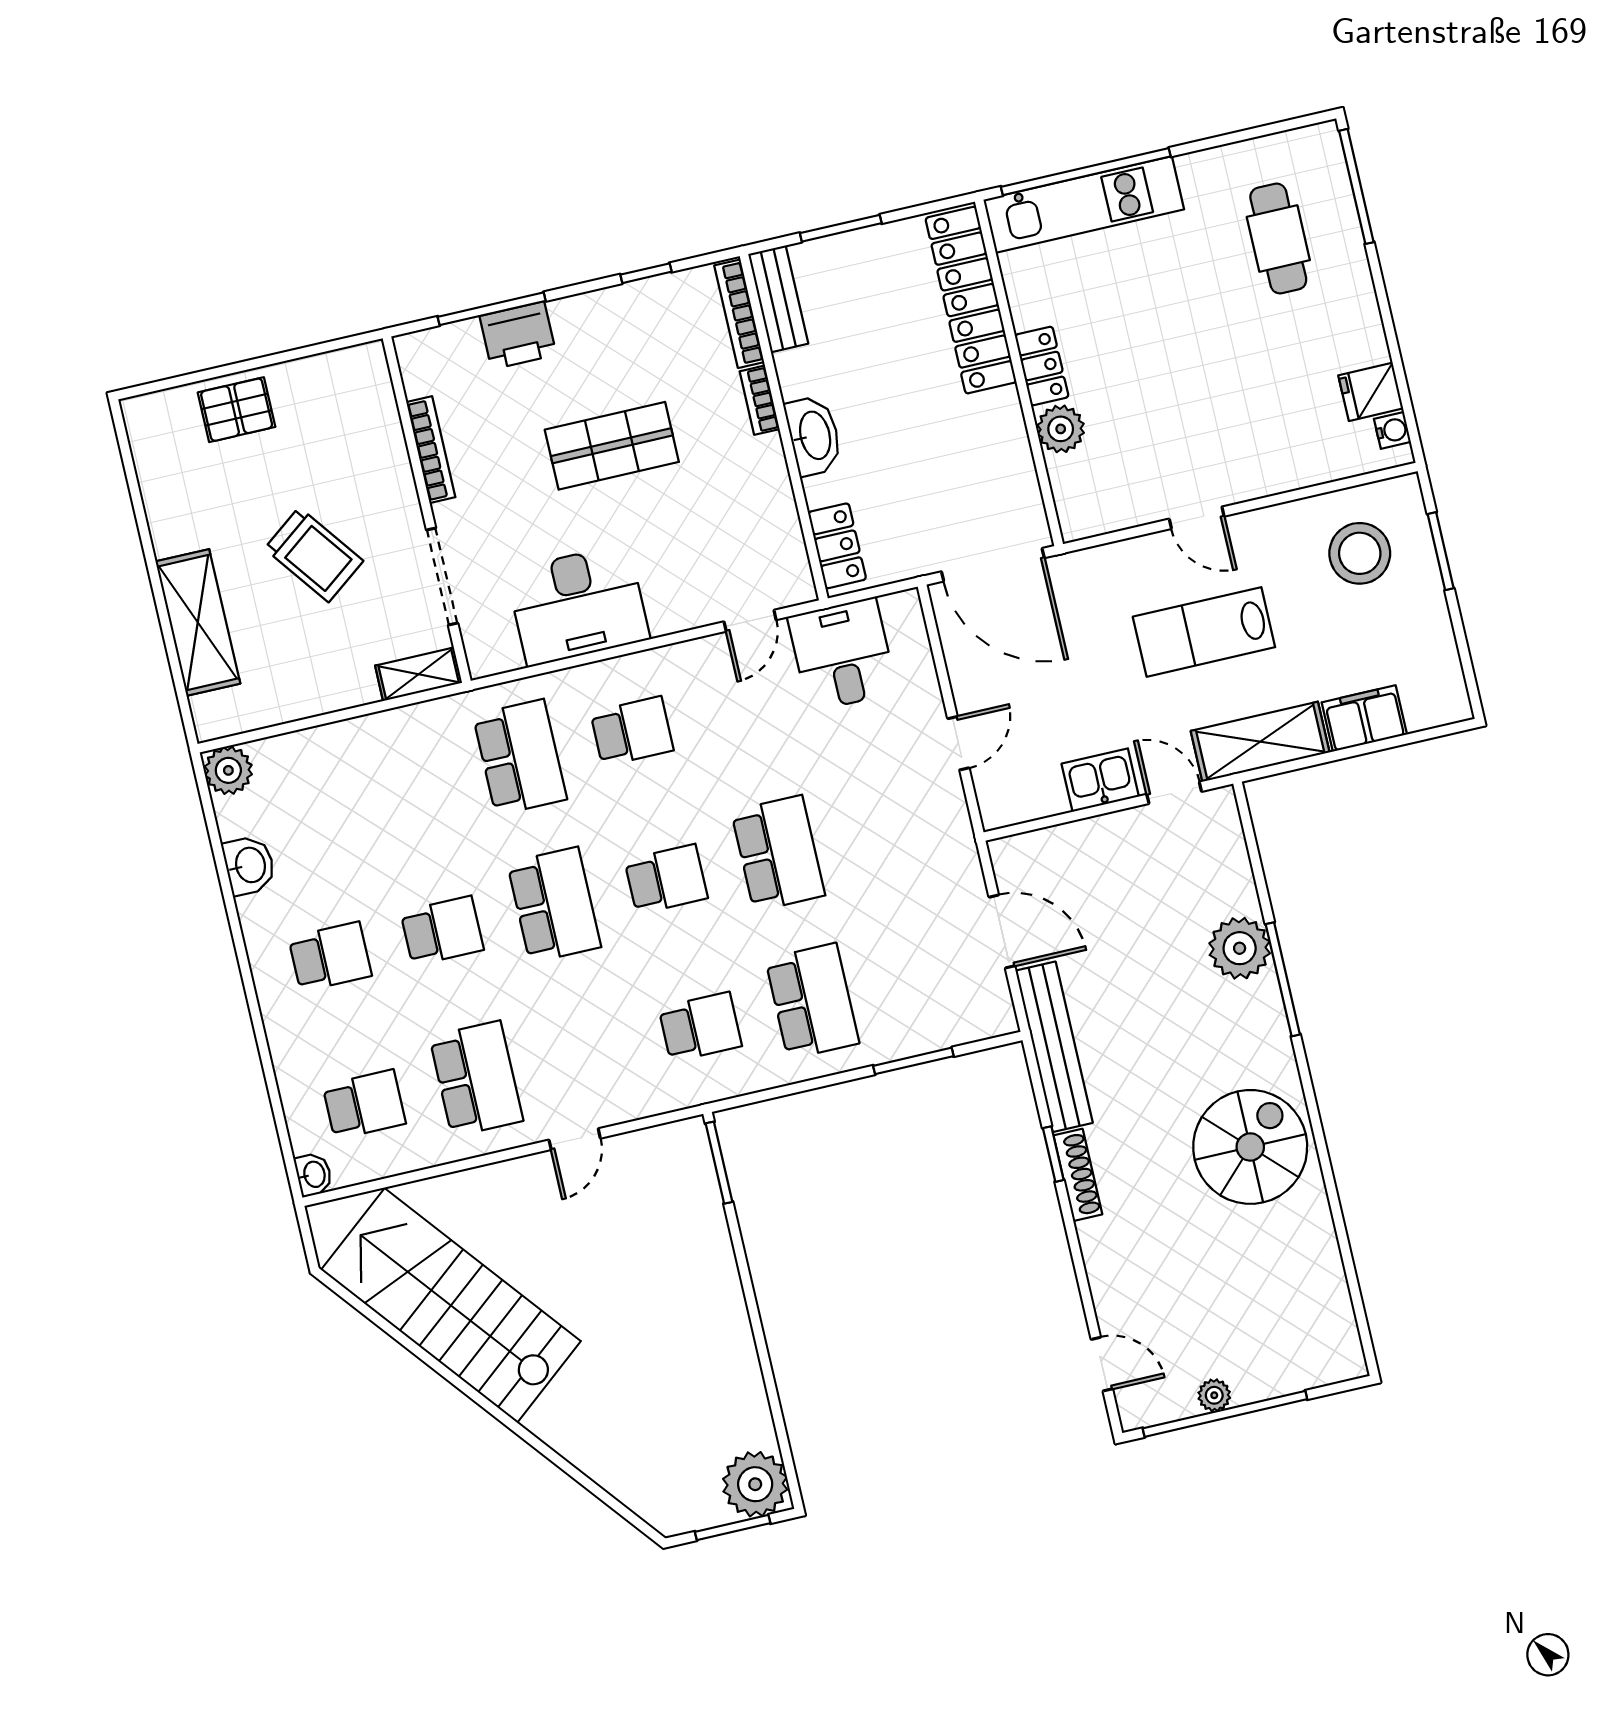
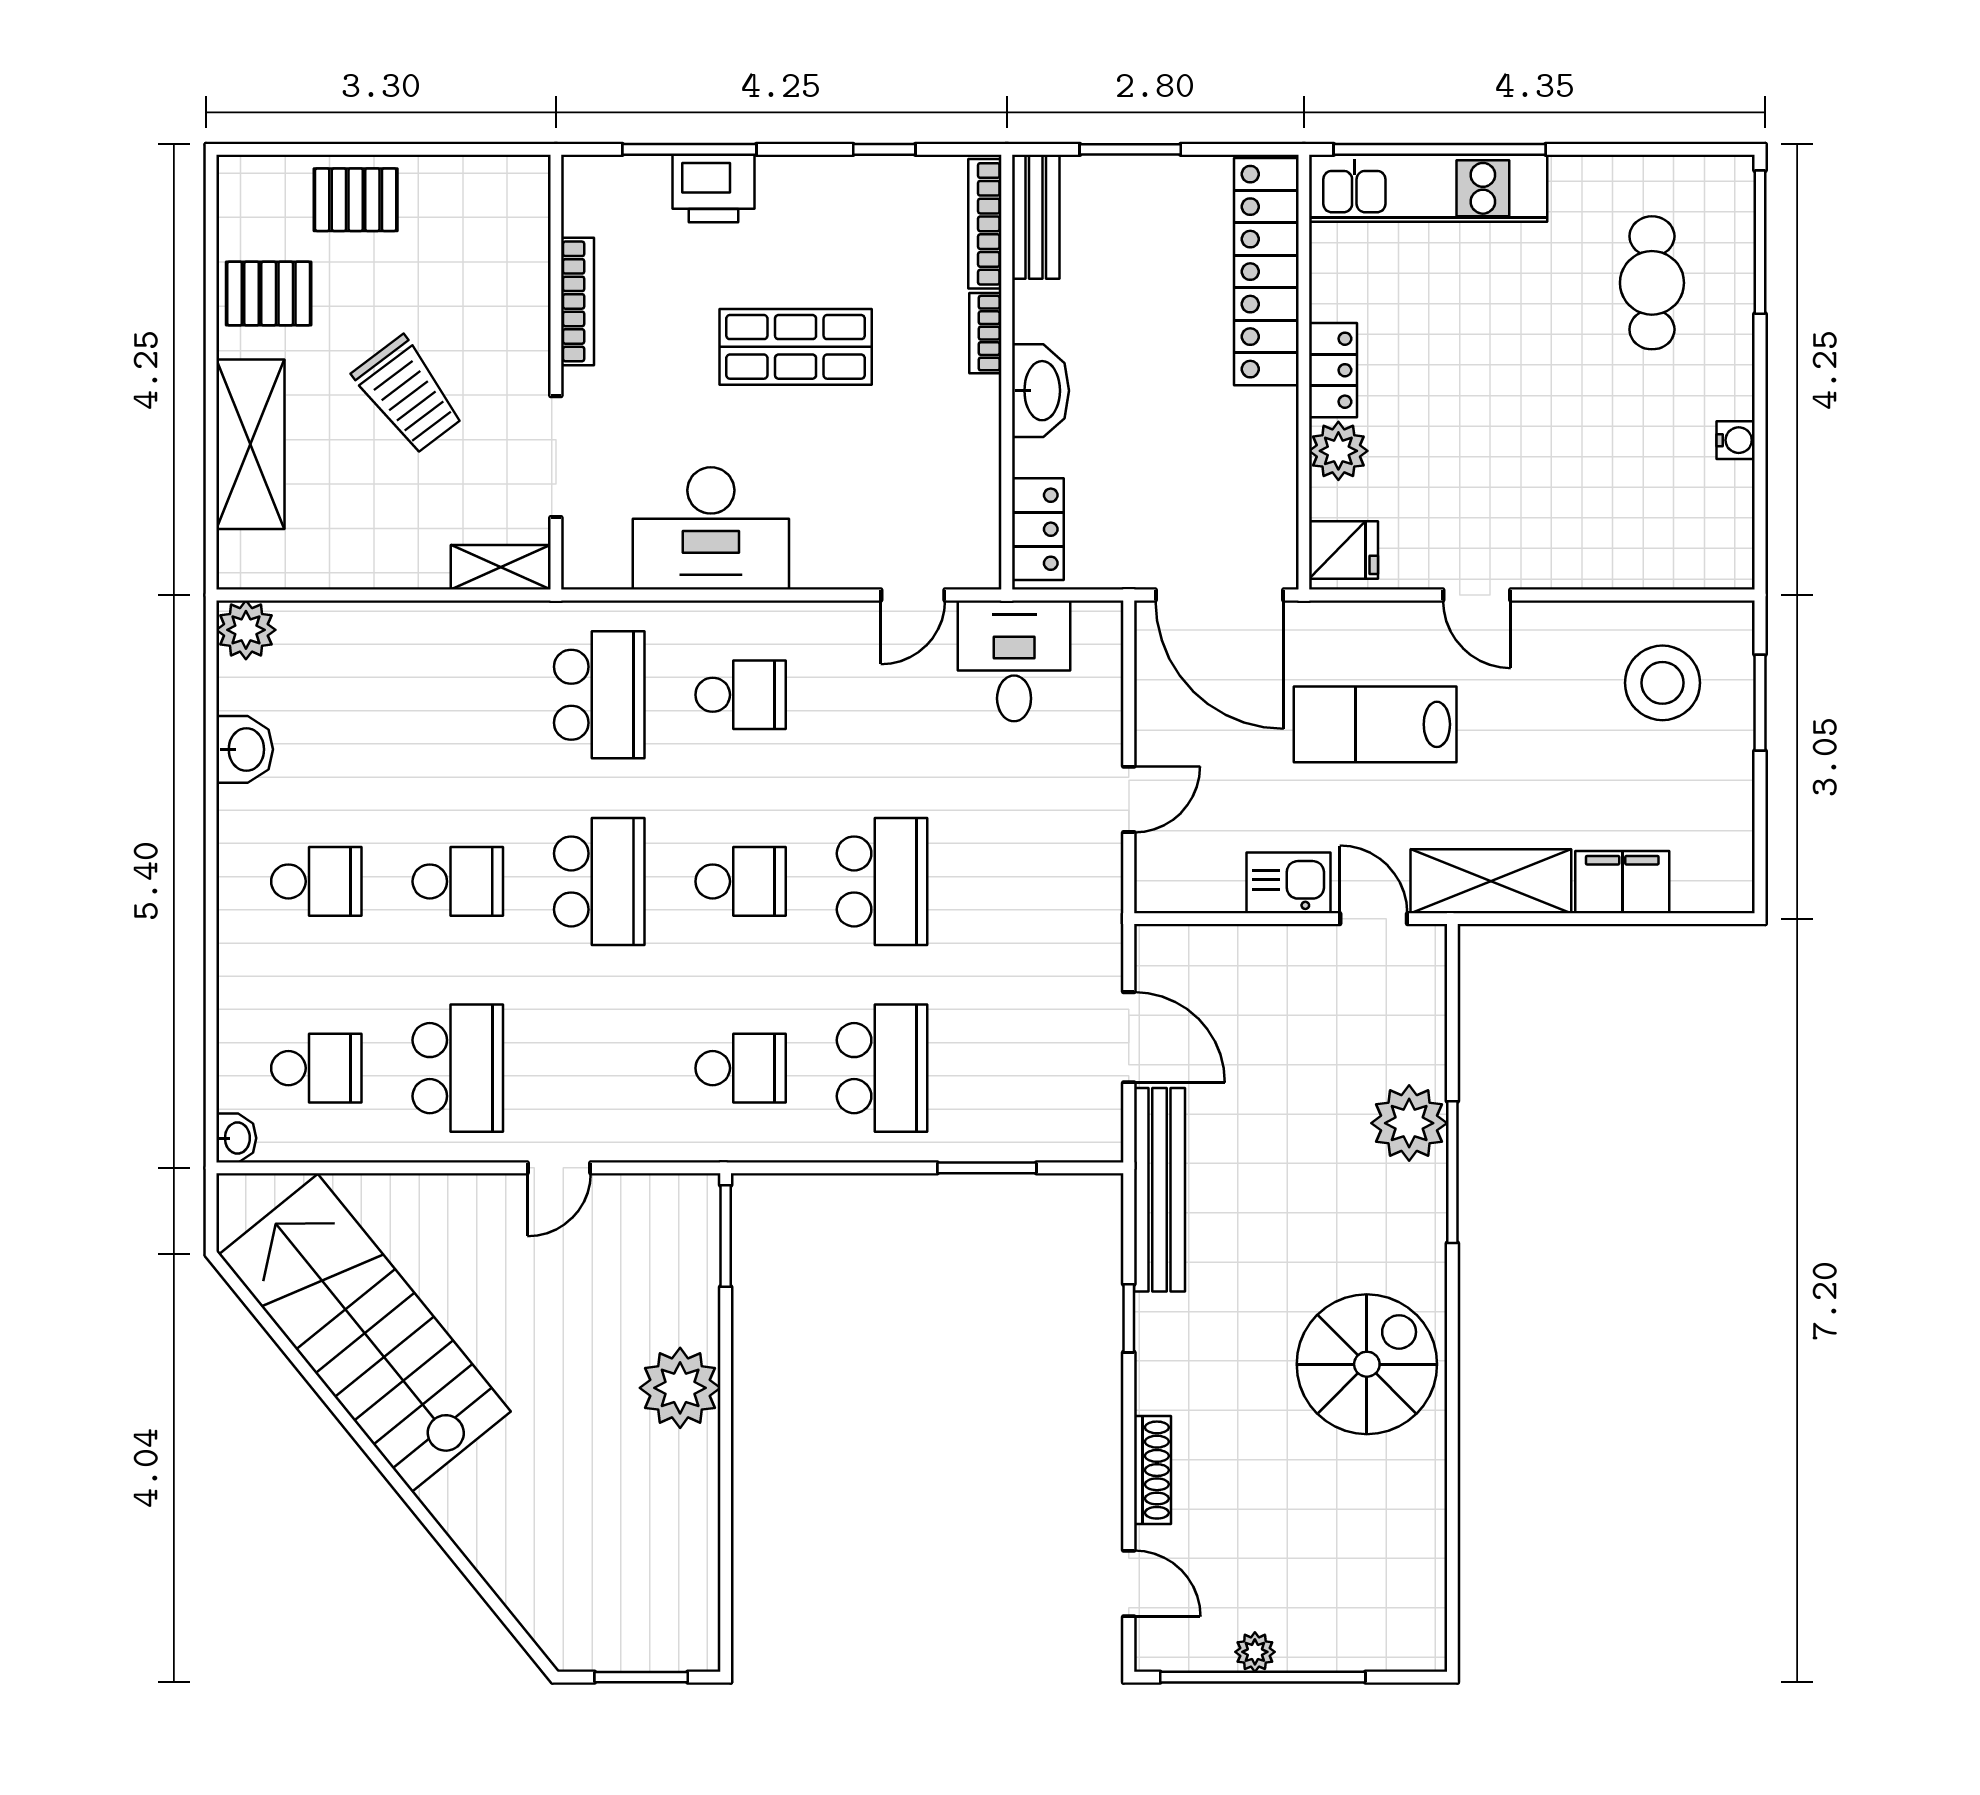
fridge: (1371, 392) -> (1344, 550), moved, turned 180
water cooler: (1392, 430) -> (1736, 440), moved
pallet: (185, 500) -> (269, 294), added
lab bench: (1204, 632) -> (1375, 724), moved
shoe rack: (1078, 1175) -> (1152, 1470), moved
plant: (755, 1484) -> (680, 1388), moved

